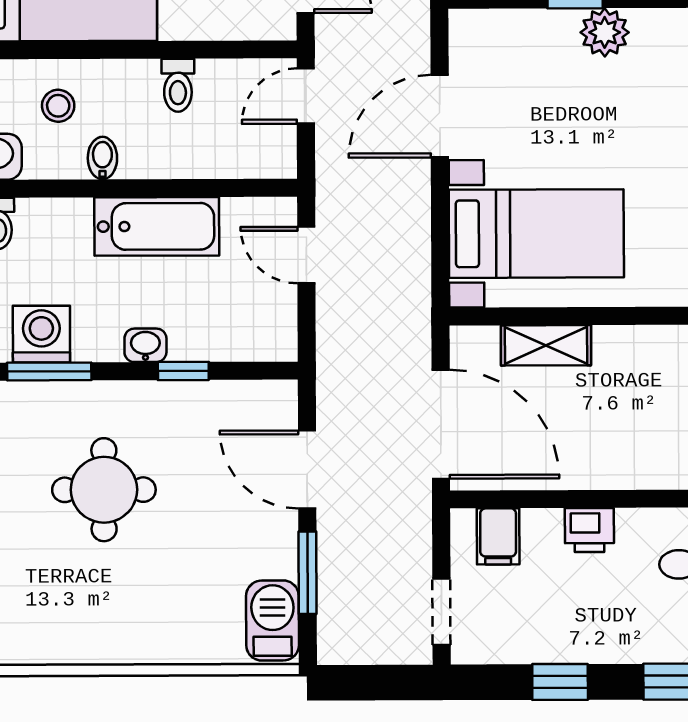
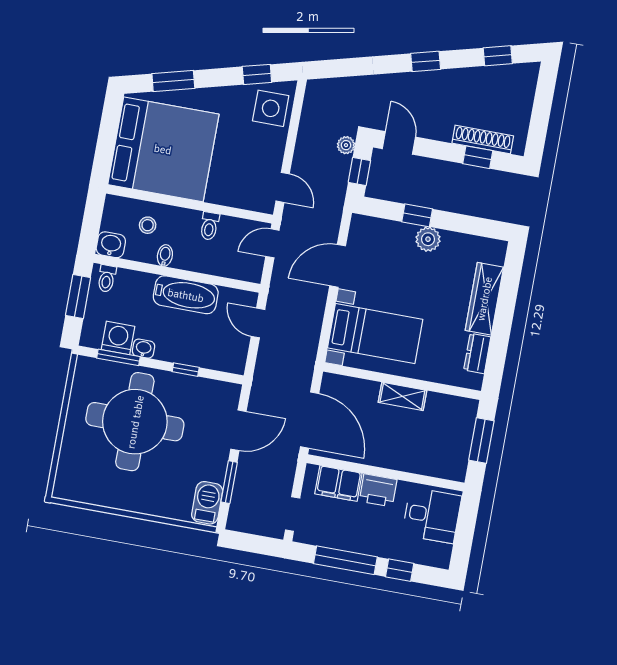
washbasin: (145, 345) -> (143, 349), moved
shelving: (546, 345) -> (402, 396), moved
door: (307, 469) -> (238, 430), swing flipped
round table: (104, 490) -> (135, 422), width x1.86, depth x1.86
printer: (589, 530) -> (378, 490), width x1.36, depth x1.24
filing cabinet: (498, 536) -> (338, 484), width x2.00
window: (560, 682) -> (345, 560), width x2.17

